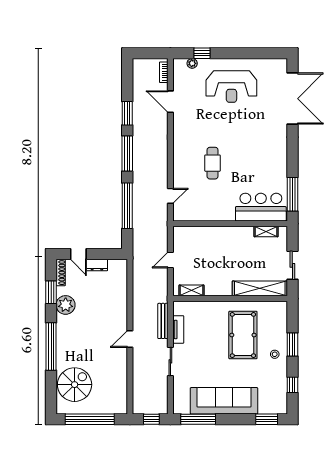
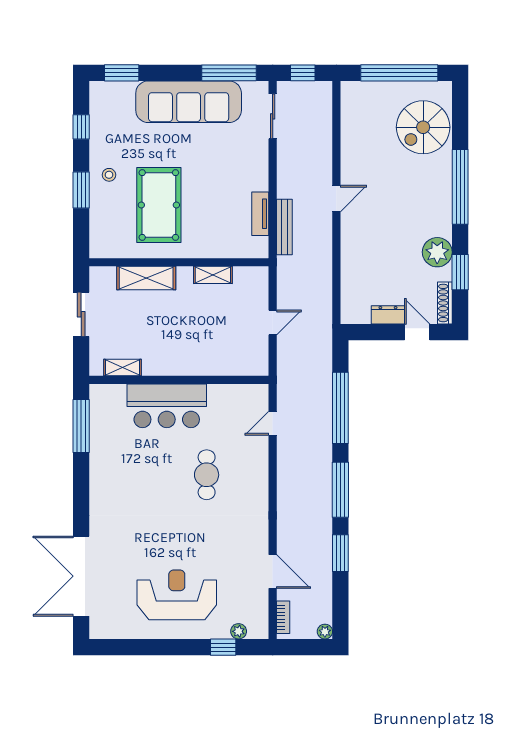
plant: (137, 63) -> (325, 632), added
bar counter: (261, 207) -> (167, 406), moved
shelving: (260, 288) -> (146, 278), width x0.68
shelving: (191, 290) -> (213, 275), moved
sliding door: (170, 361) -> (273, 116), moved

